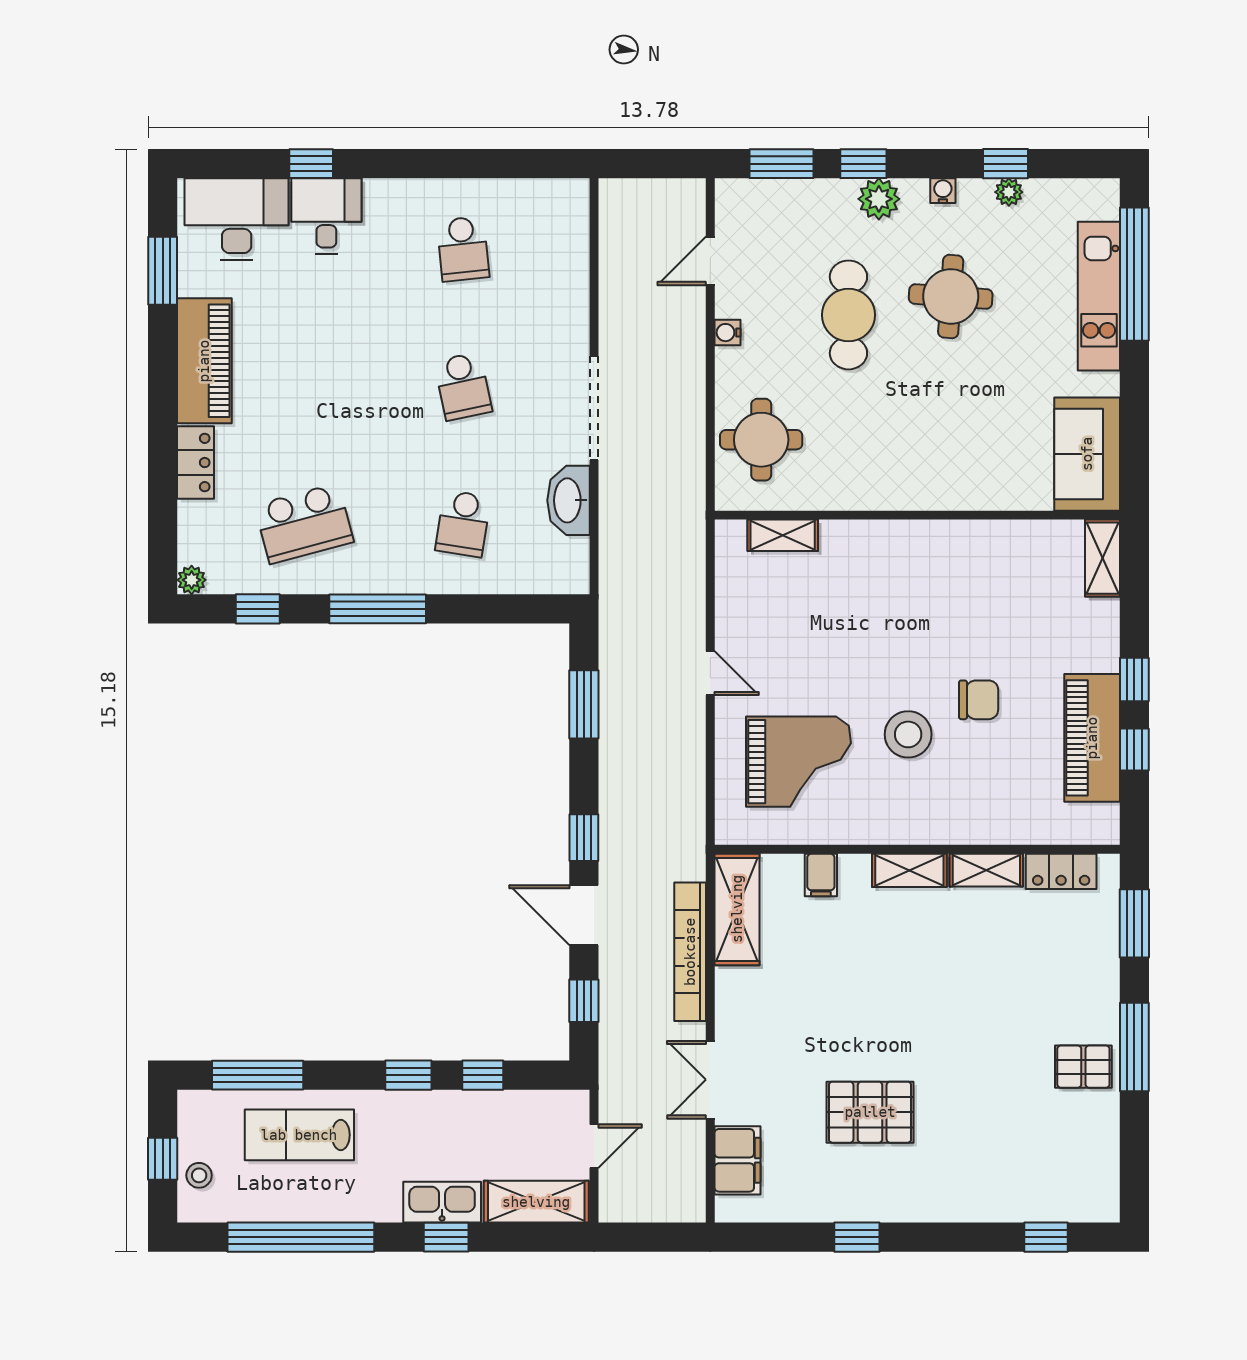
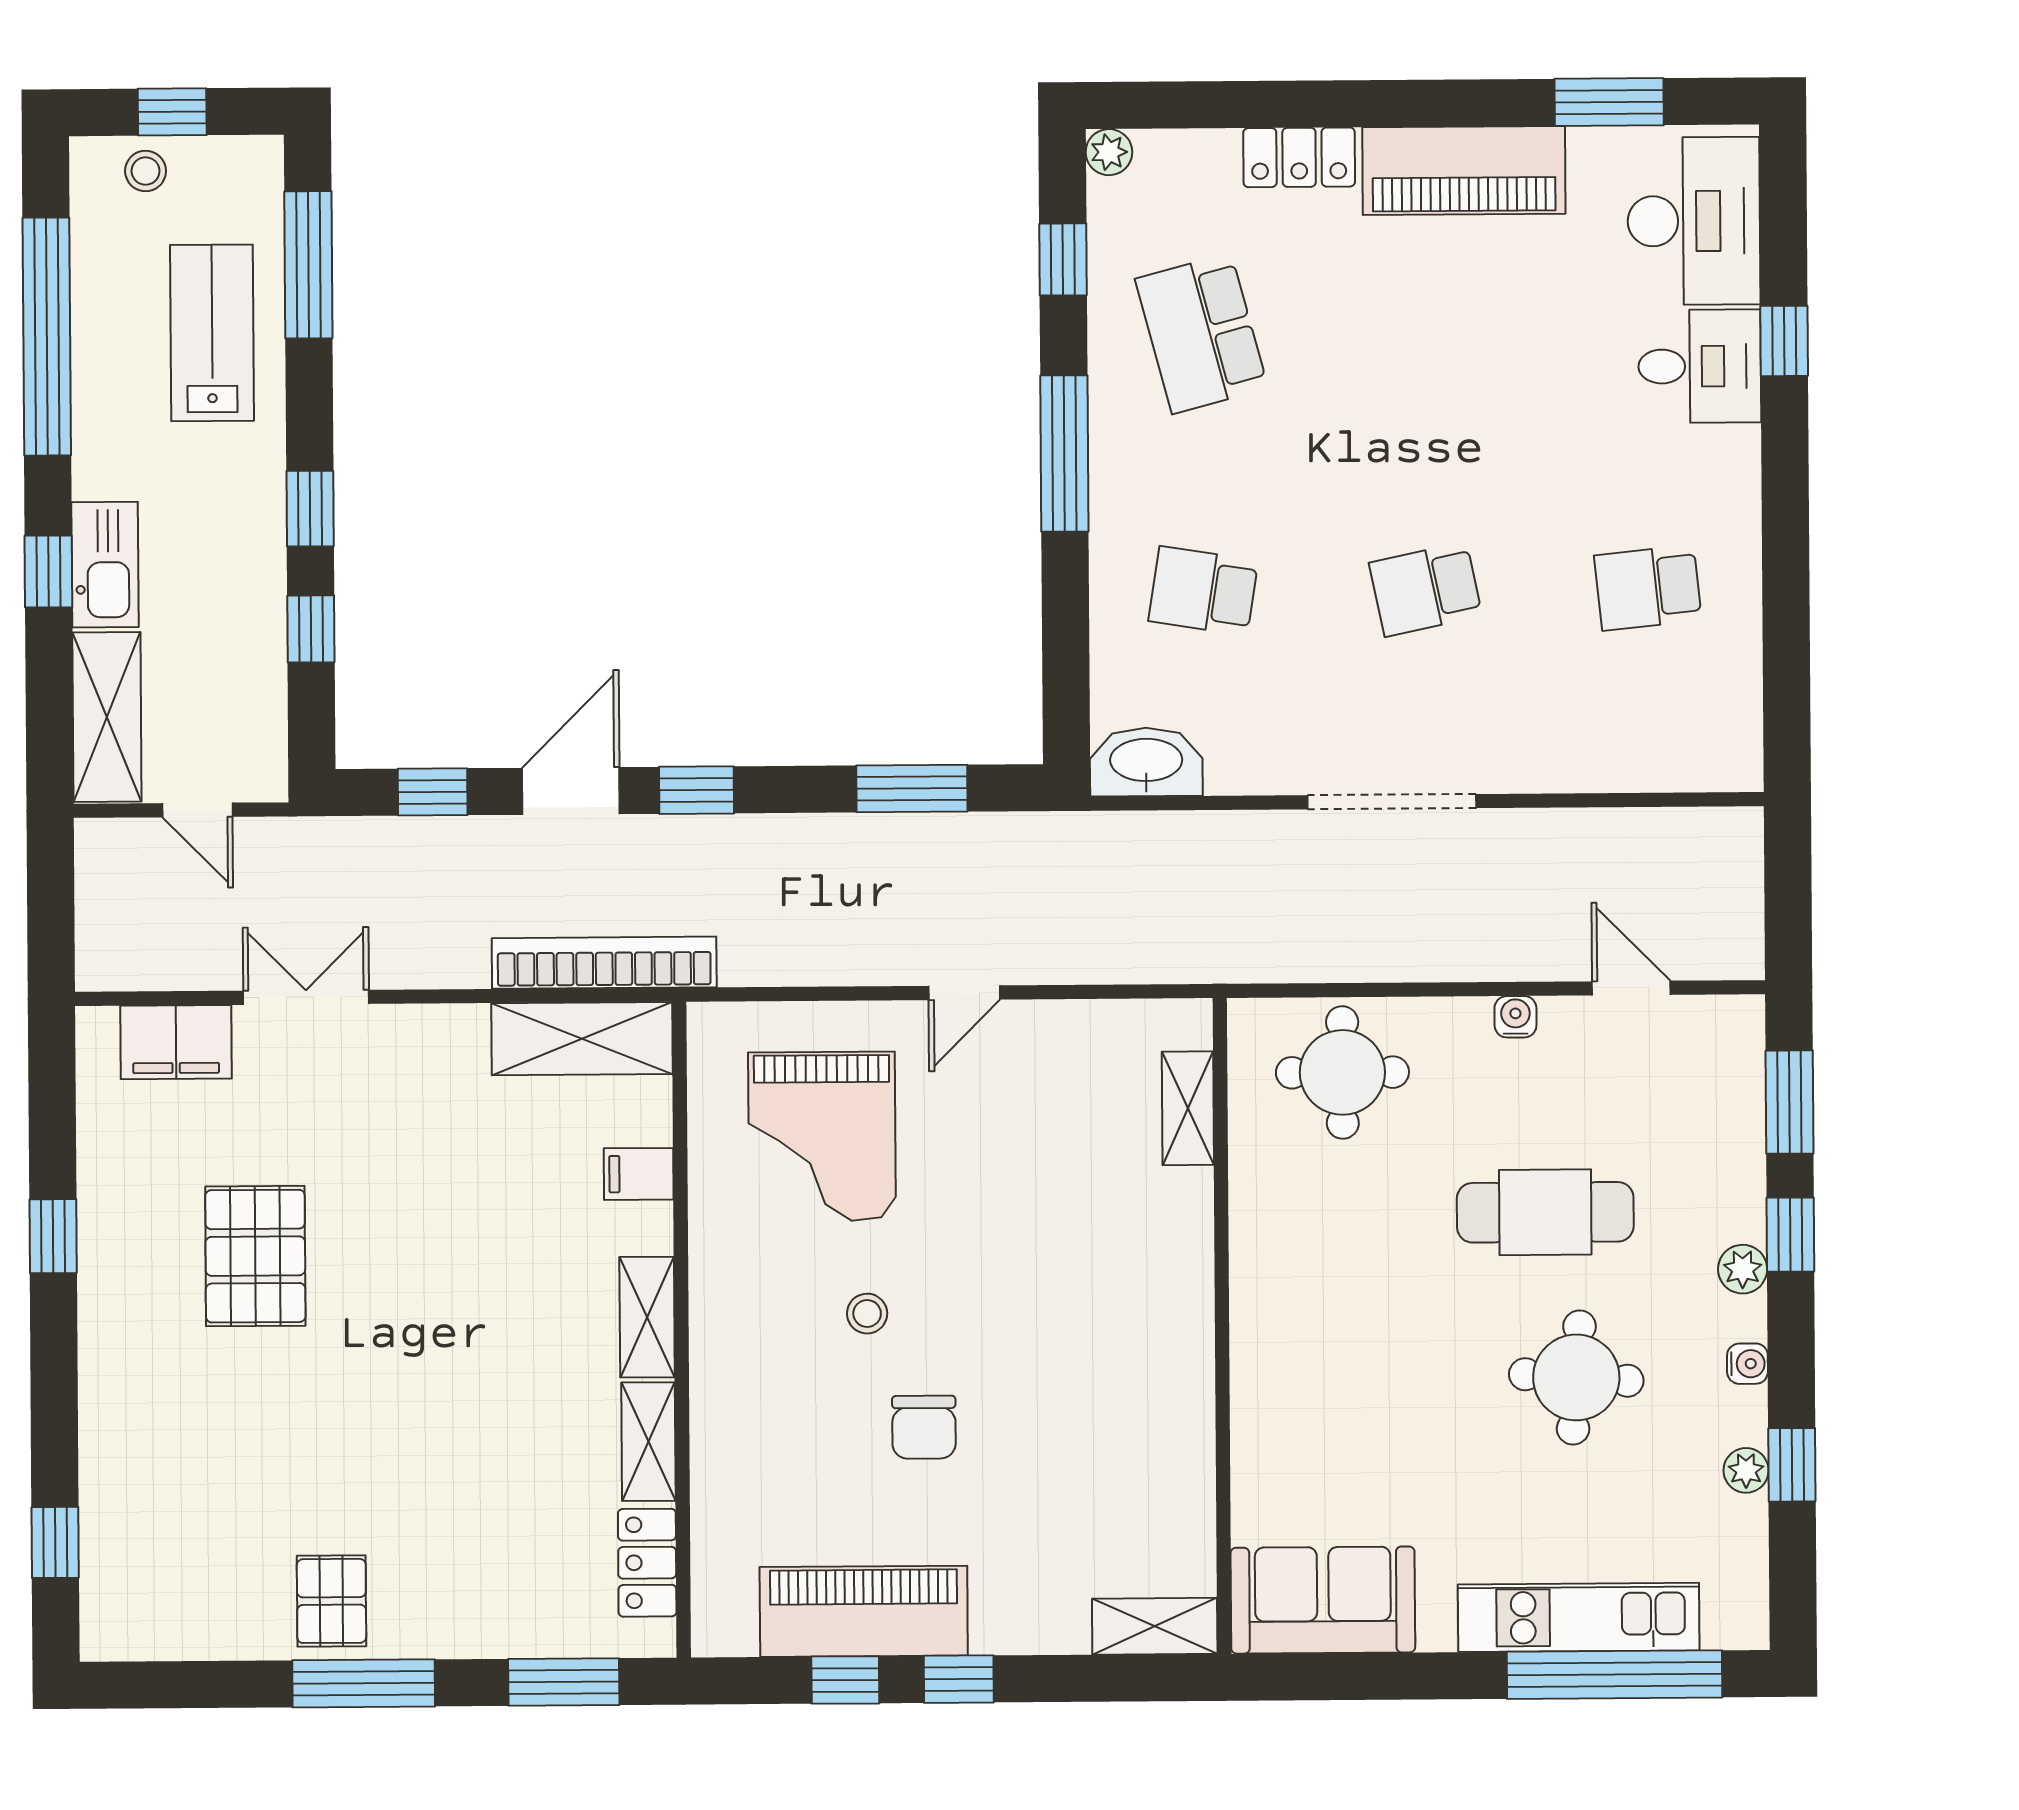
plant: (879, 199) -> (1743, 1269), width x0.73, depth x0.73
washbasin: (569, 500) -> (1146, 762), moved
stool: (908, 734) -> (867, 1314), width x0.53, depth x0.53
bookcase: (690, 952) -> (604, 963), moved

